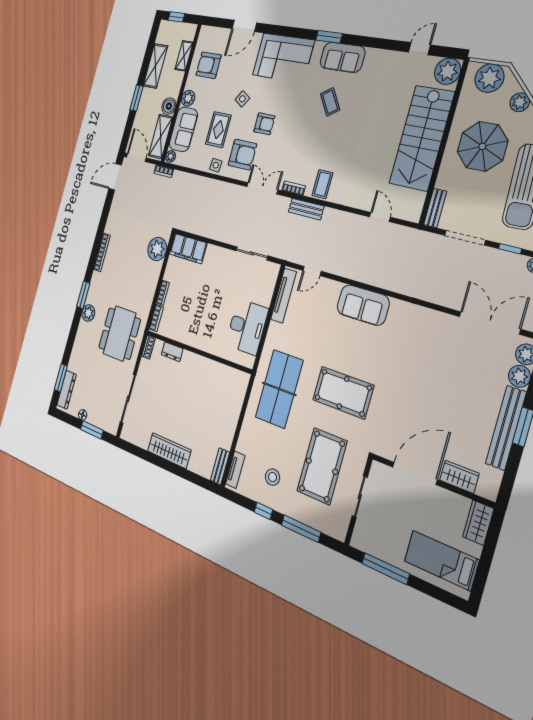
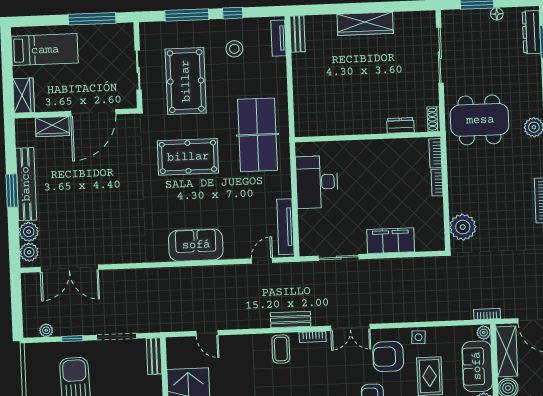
filing cabinet: (188, 249) -> (391, 241), moved
dining table: (119, 334) -> (480, 120), turned 90

